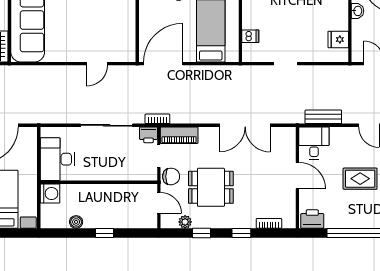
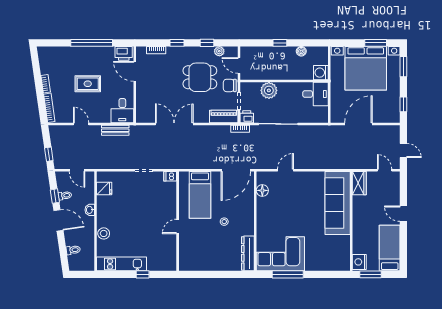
dishwasher: (250, 36) -> (170, 176), moved
floor lamp: (128, 37) -> (262, 190), added
desk: (57, 159) -> (315, 94), width x0.73
plant: (119, 170) -> (269, 90), added
door: (297, 176) -> (135, 71), moved

